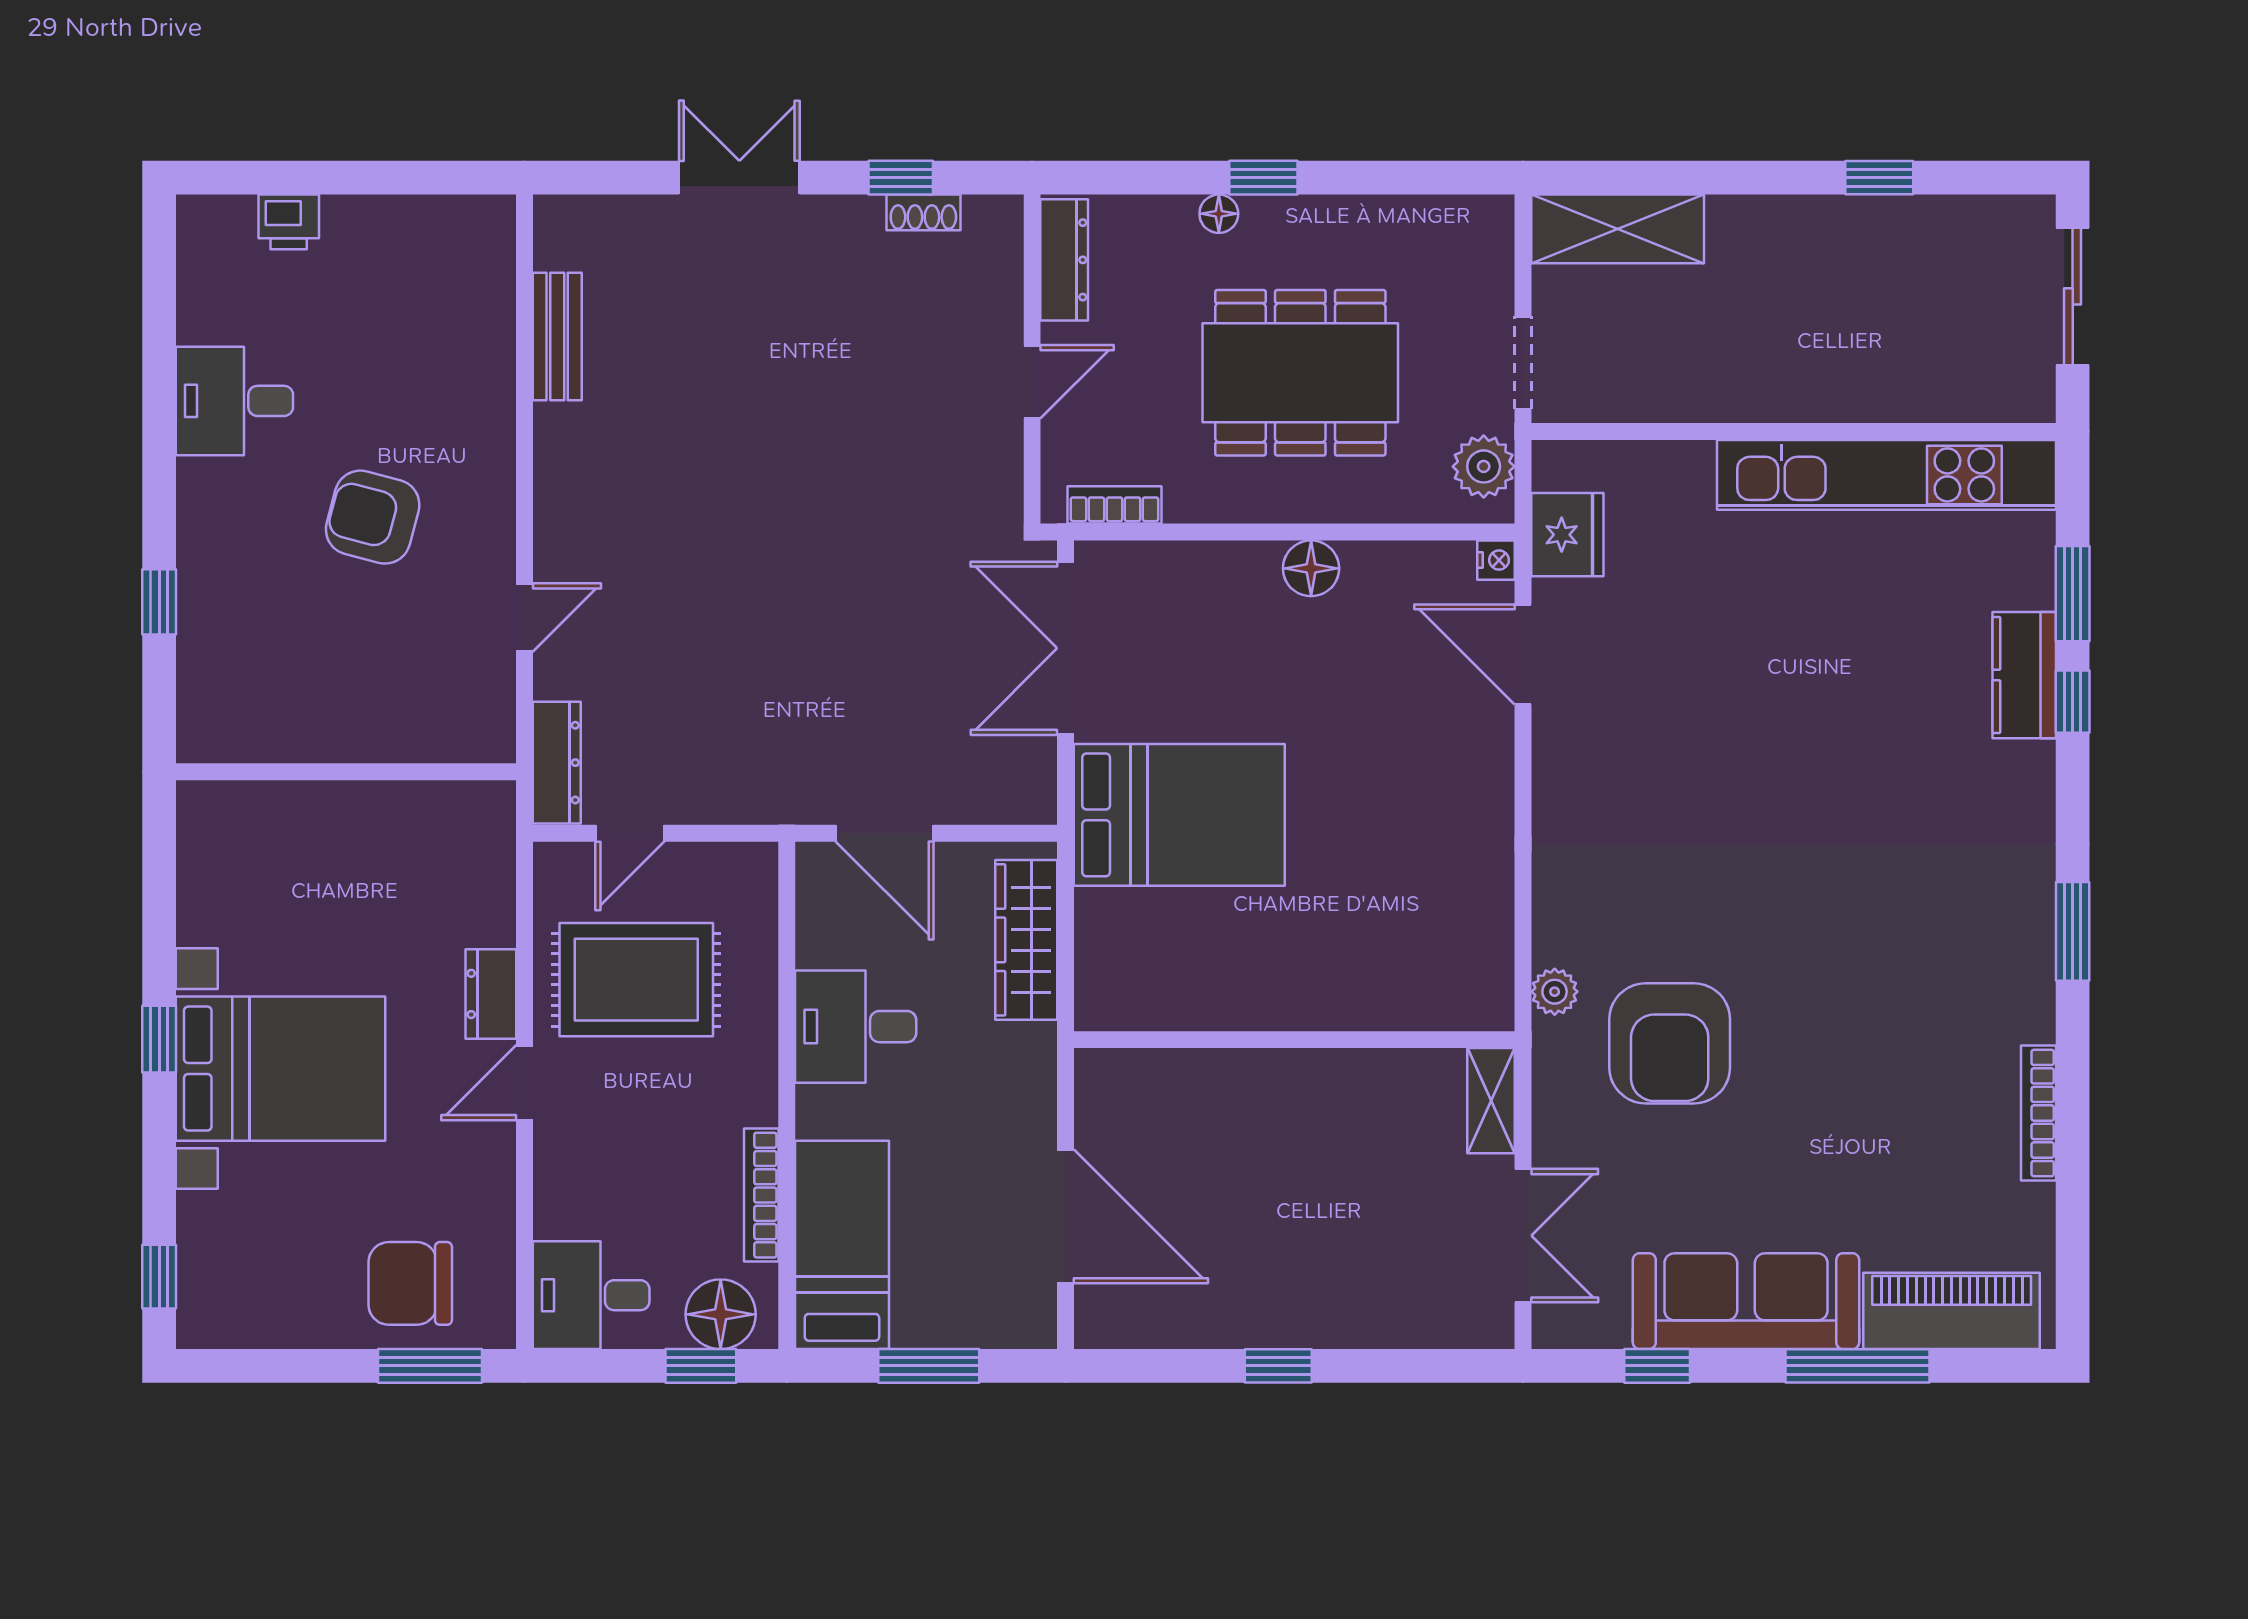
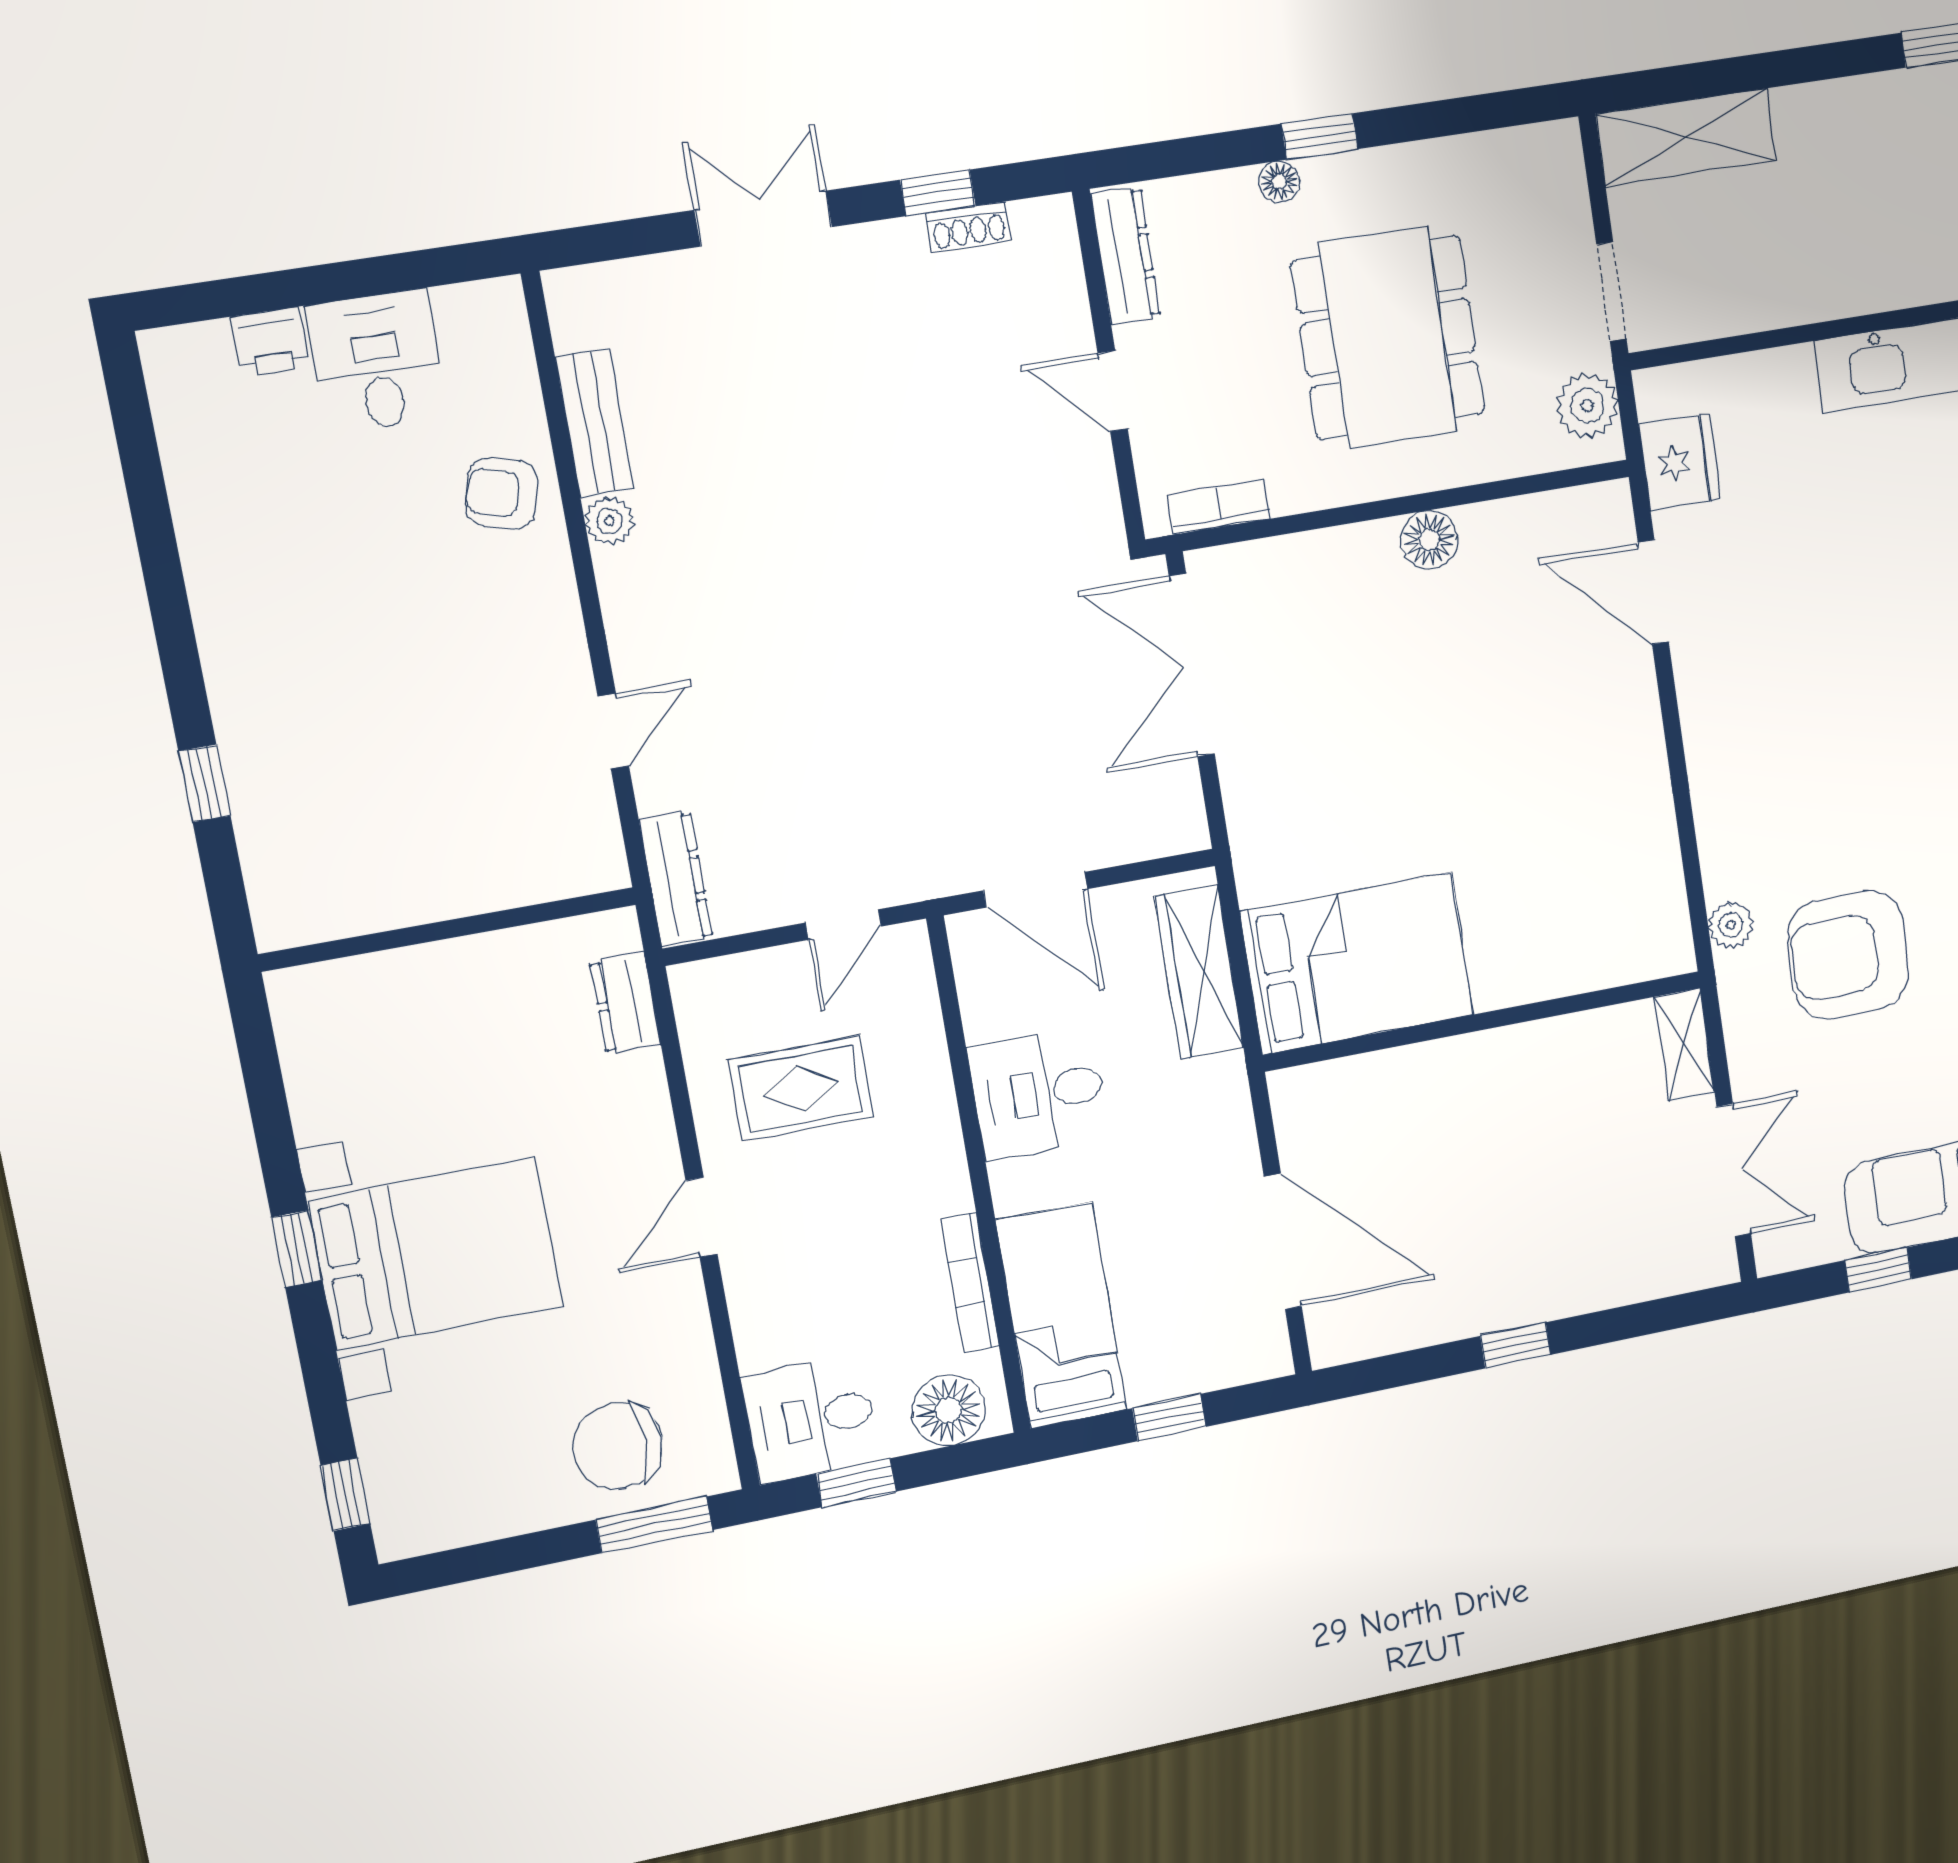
dining table: (1300, 373) -> (1388, 338), turned 90
door: (1032, 382) -> (1113, 391), swing flipped
desk: (234, 401) -> (377, 362), moved, turned 90
plant: (555, 427) -> (609, 521), added
armchair: (373, 517) -> (502, 493), moved, width x0.72, depth x0.72
nightstand: (1496, 560) -> (1613, 500), removed
bed: (1179, 815) -> (1357, 963), moved
door: (630, 833) -> (843, 925), moved
rug: (636, 980) -> (801, 1089), width x0.73, depth x0.70
dresser: (491, 994) -> (625, 1003), moved
armchair: (1670, 1043) -> (1848, 955), turned 90
window: (701, 1366) -> (856, 1483), moved
window: (929, 1366) -> (1169, 1418), width x0.67

